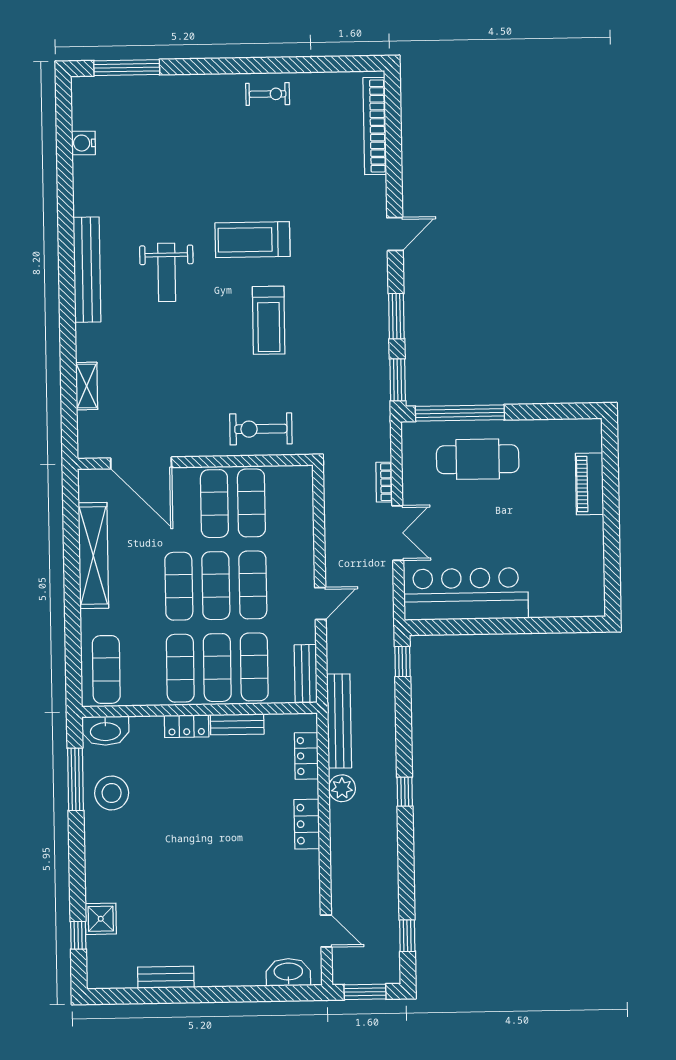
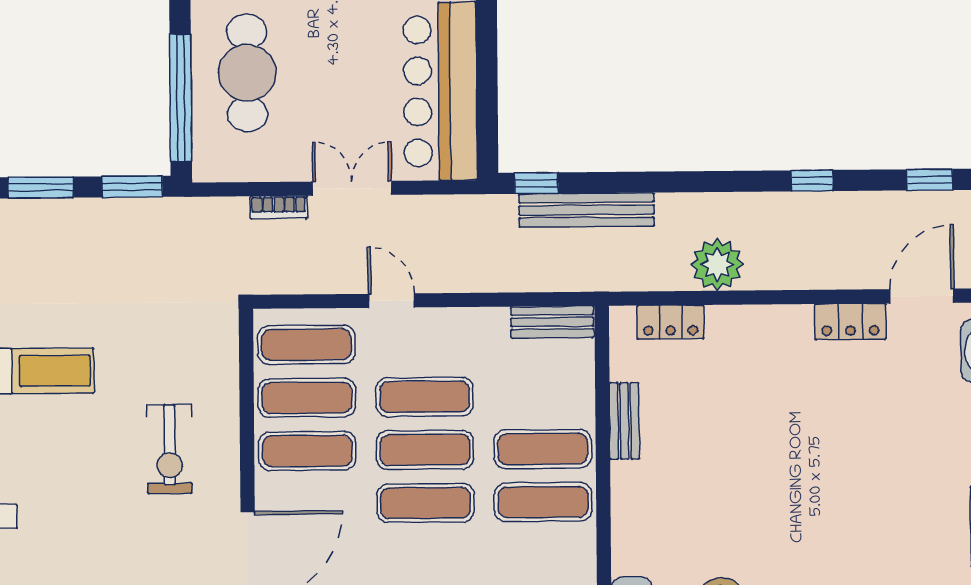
exercise bike: (261, 429) -> (169, 449), moved
door: (320, 604) -> (391, 301), moved
exercise mat: (254, 667) -> (306, 345), moved
bench: (339, 721) -> (587, 210), moved
locker: (187, 726) -> (626, 494), removed
plant: (342, 788) -> (717, 264), width x1.36, depth x1.36
window: (405, 792) -> (812, 181), moved
locker: (307, 824) -> (850, 322), moved
door: (326, 931) -> (922, 296), width x1.38

